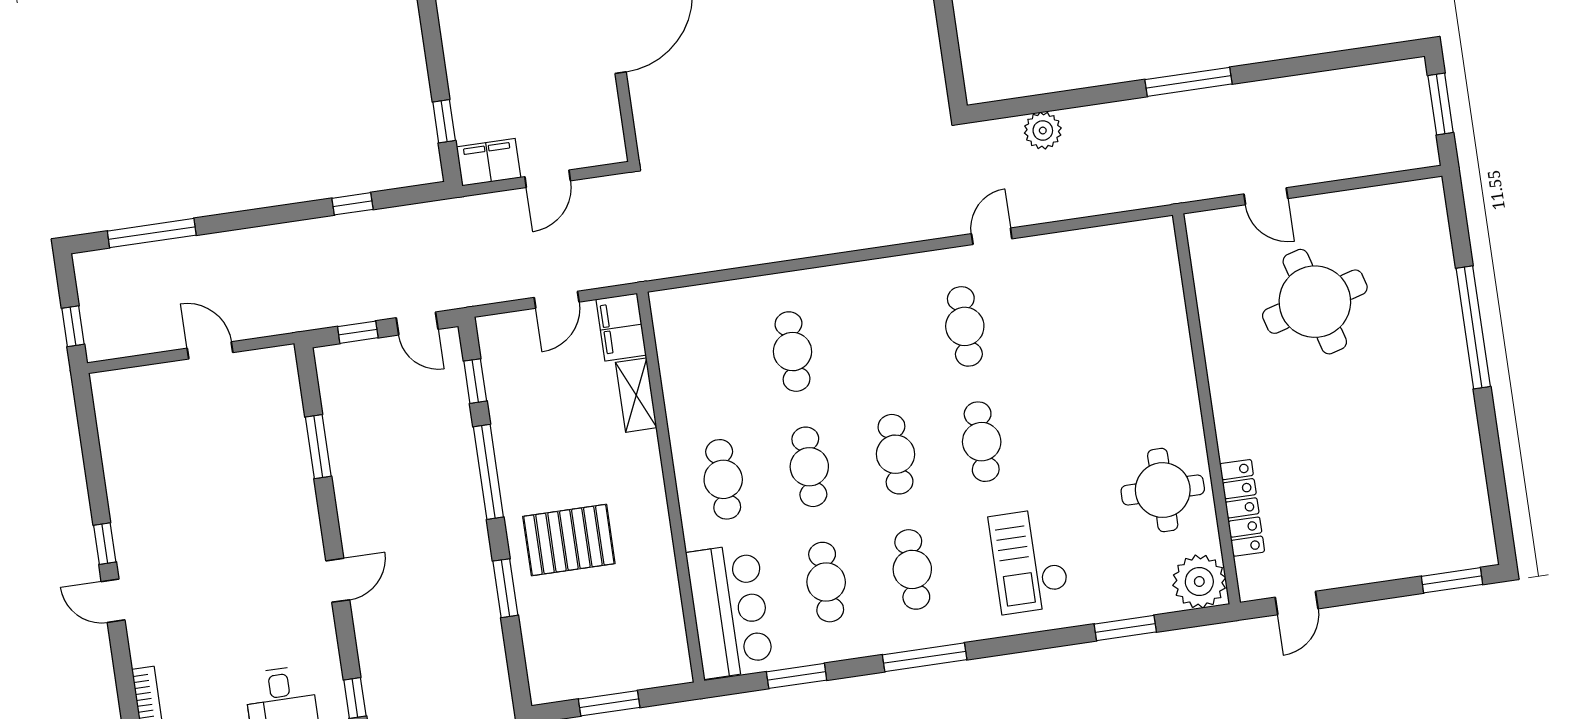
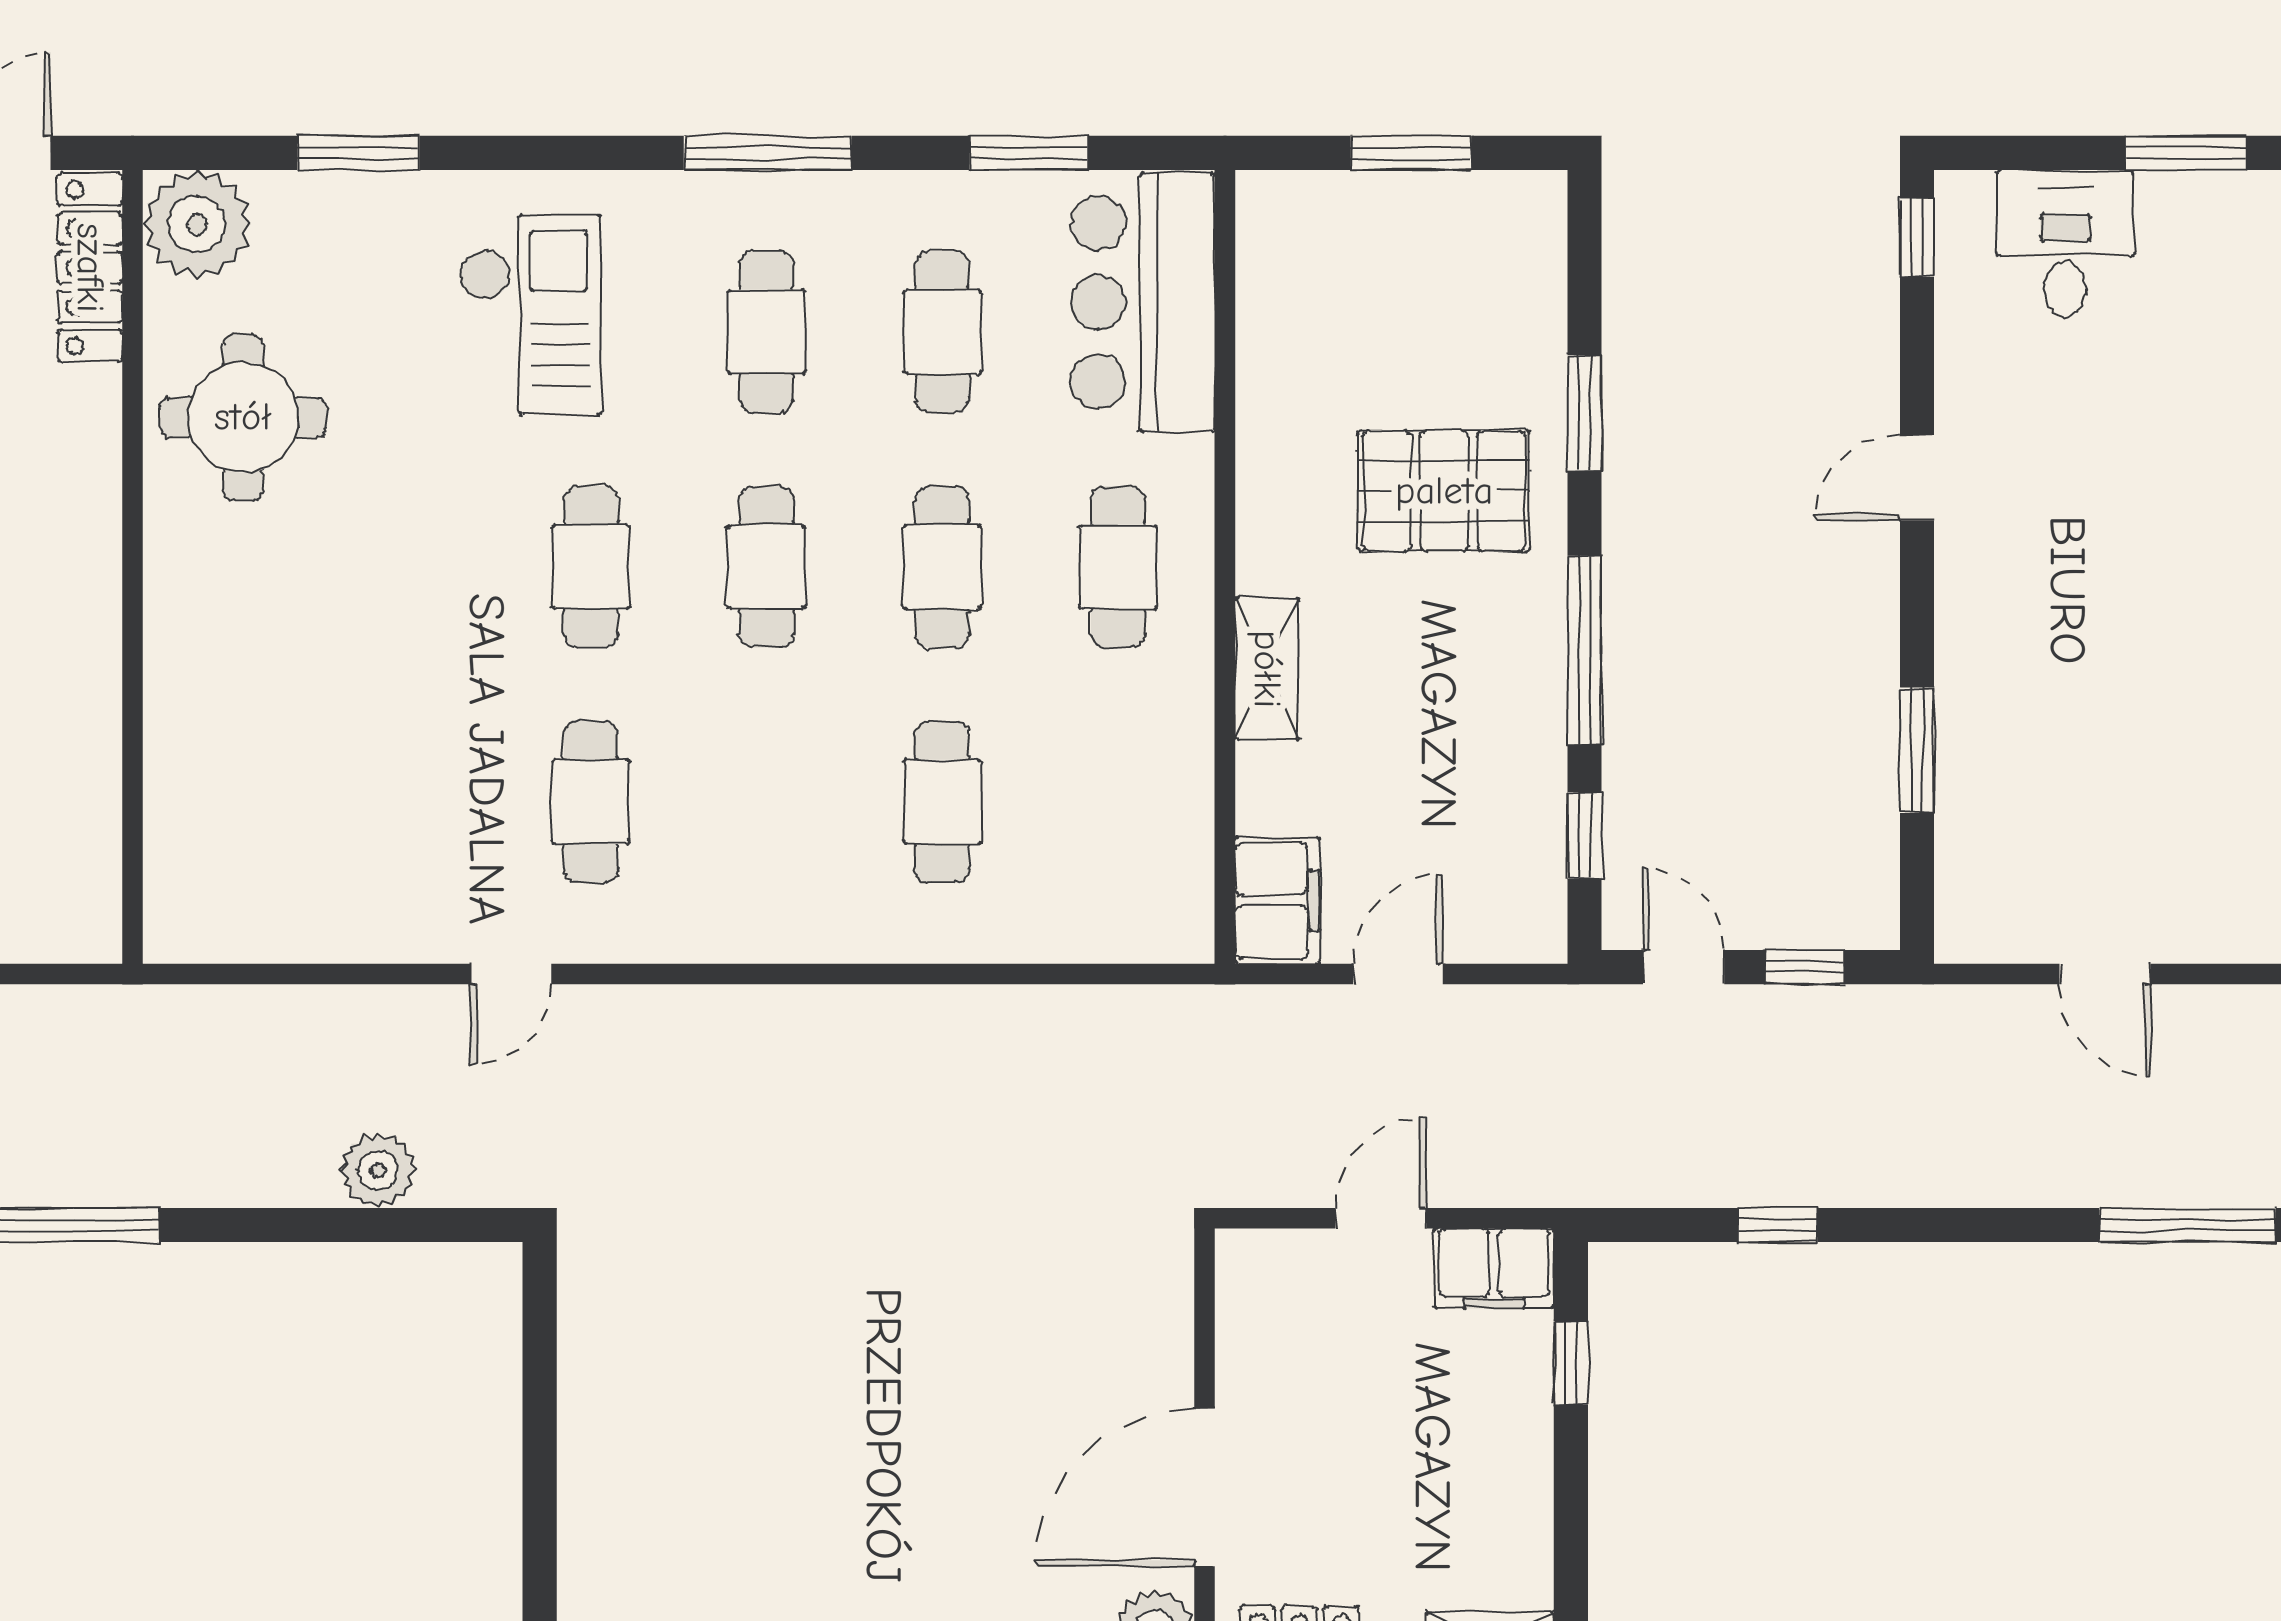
shelving: (636, 395) -> (1267, 669), moved
locker: (1242, 508) -> (90, 268), moved

